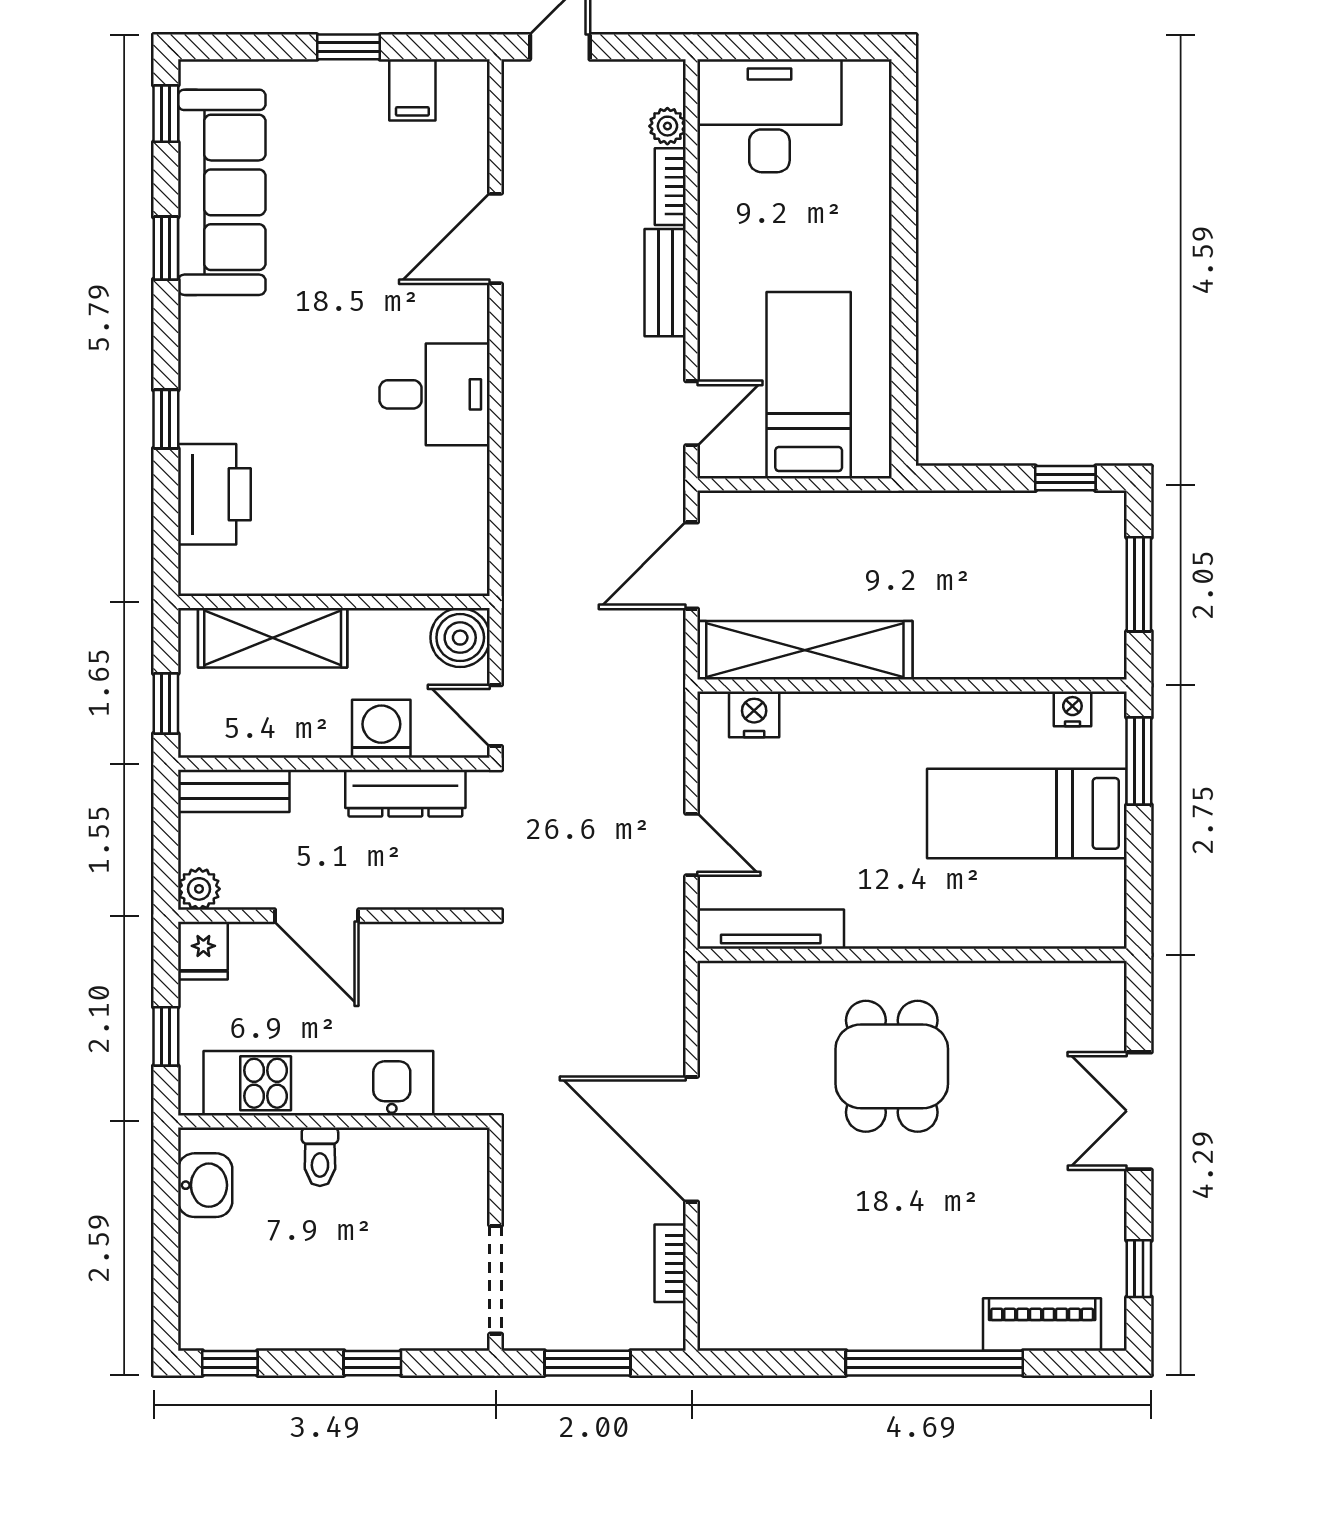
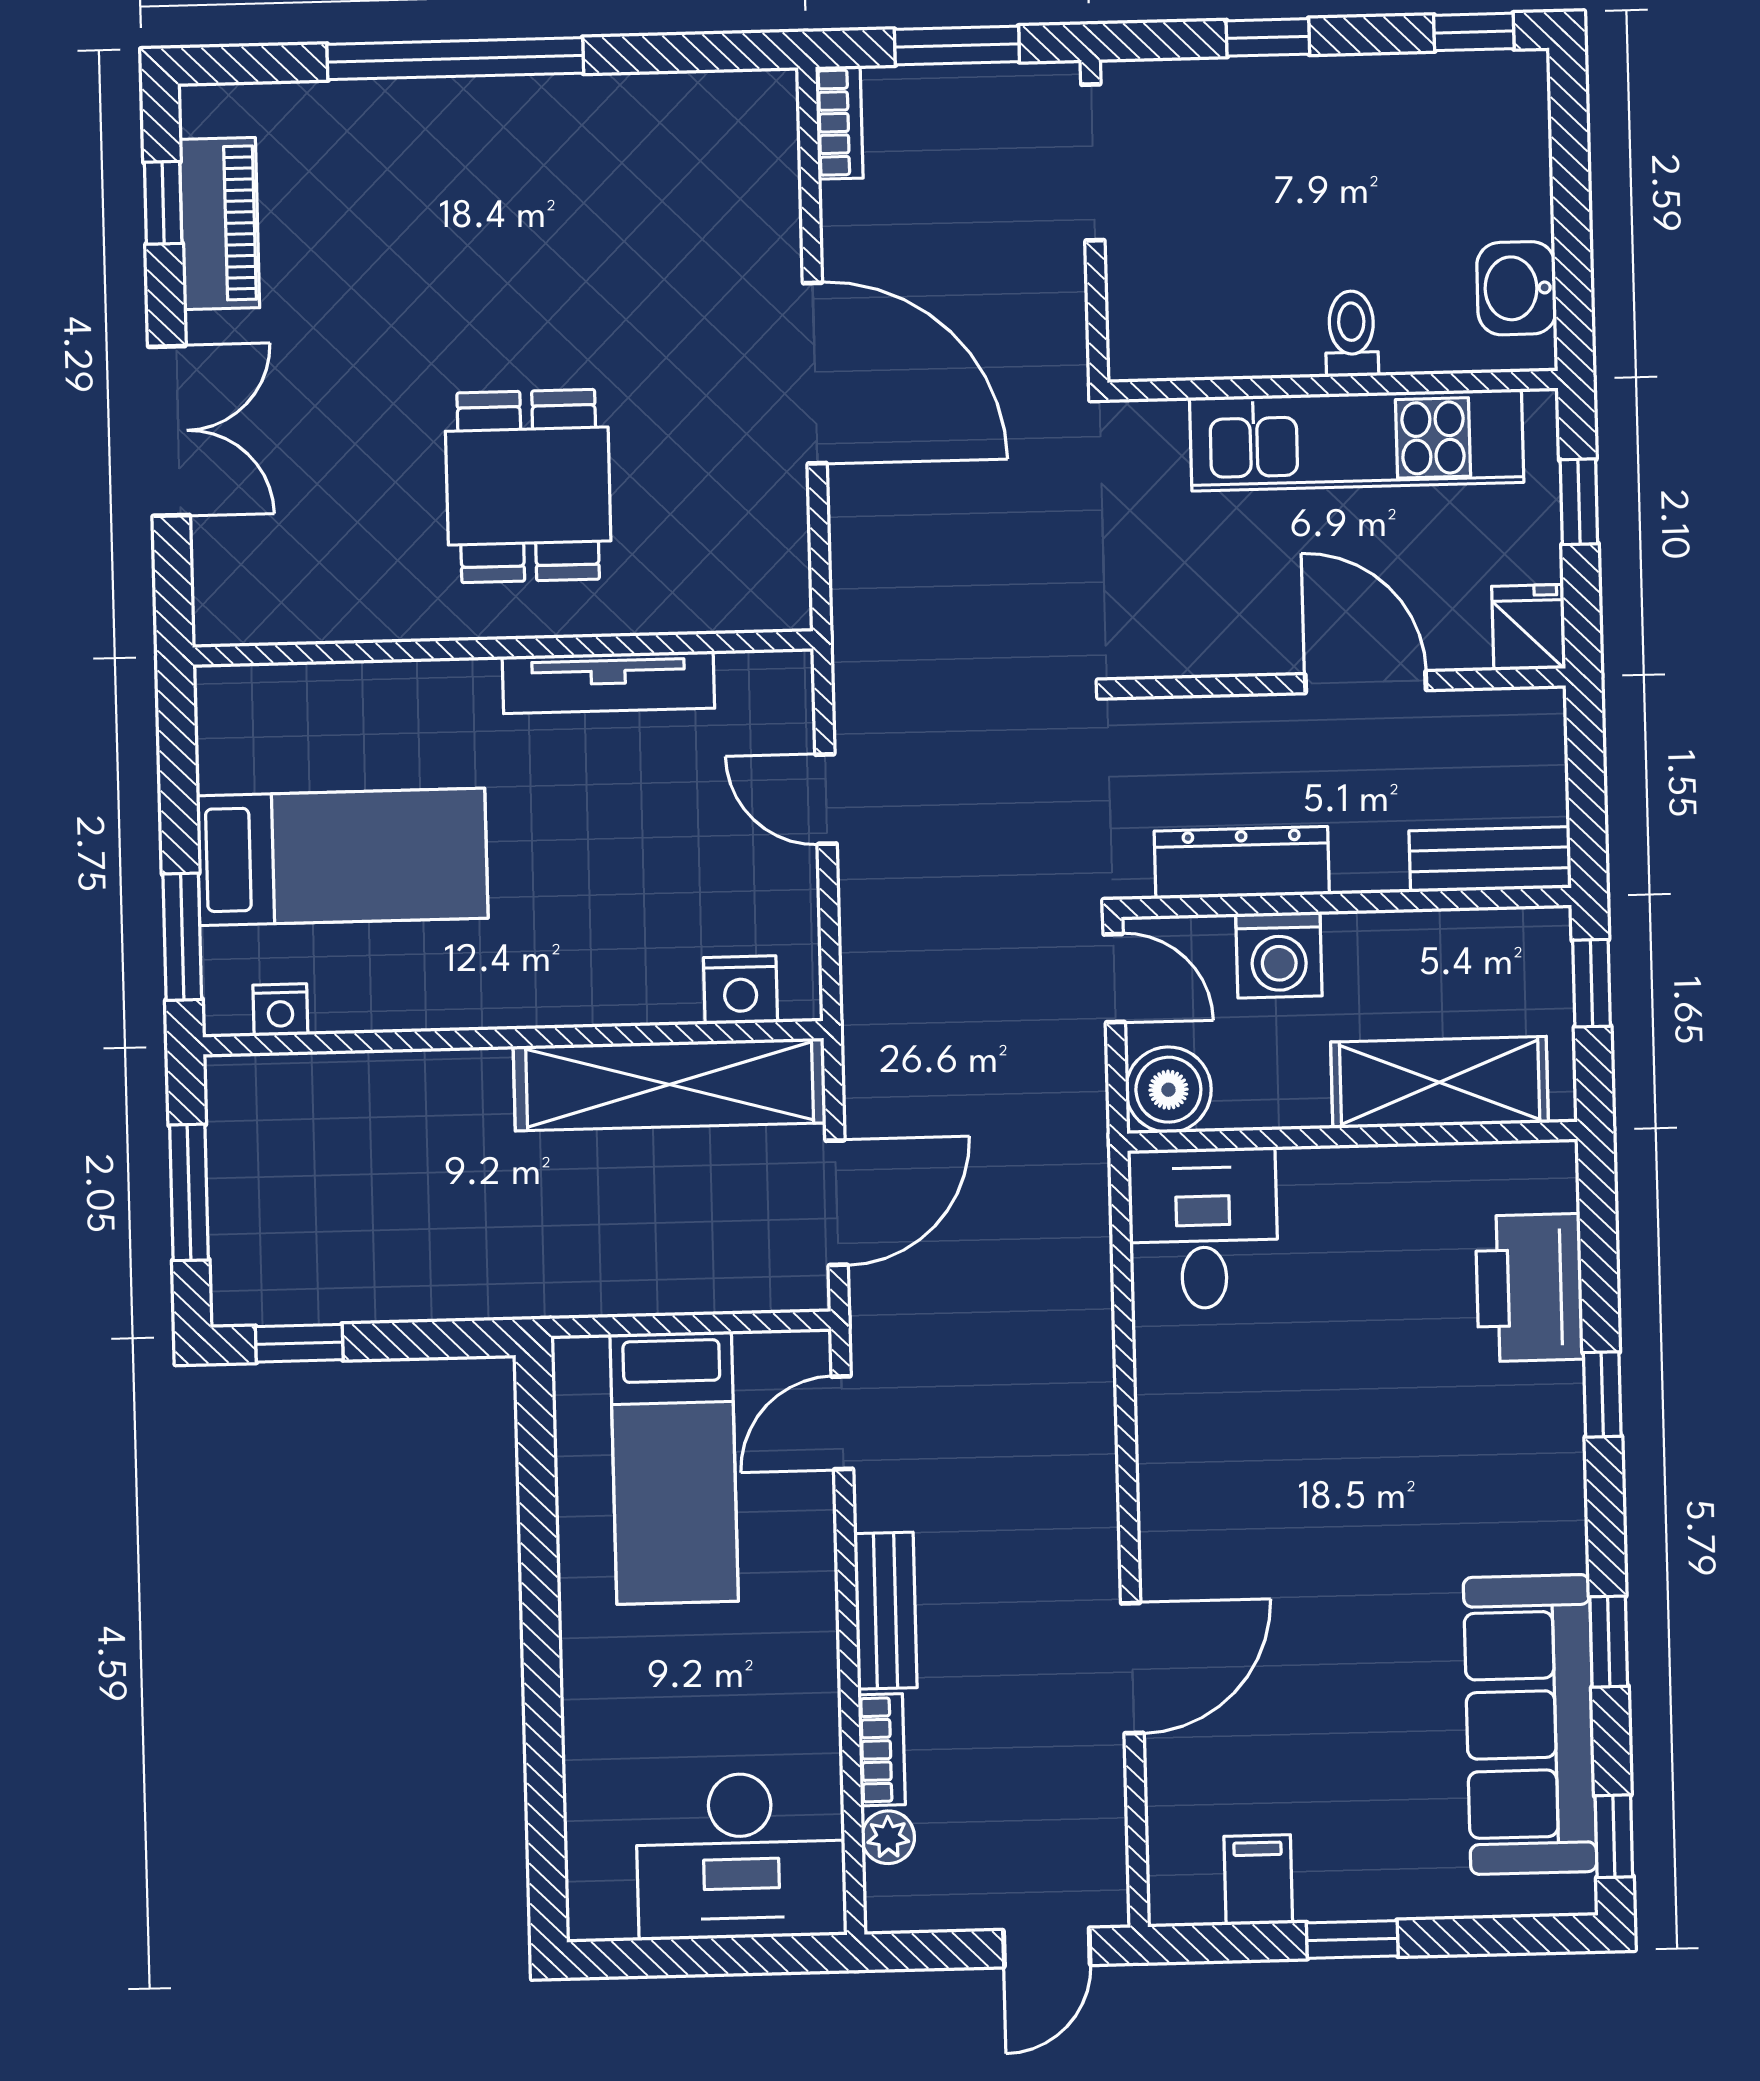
desk: (435, 394) -> (1203, 1228), moved, turned 90
plant: (199, 889) -> (1537, 716), removed
tv unit: (771, 929) -> (608, 682), moved
bookcase: (670, 1263) -> (839, 123), moved
piano: (1042, 1324) -> (219, 224), moved, turned -90

